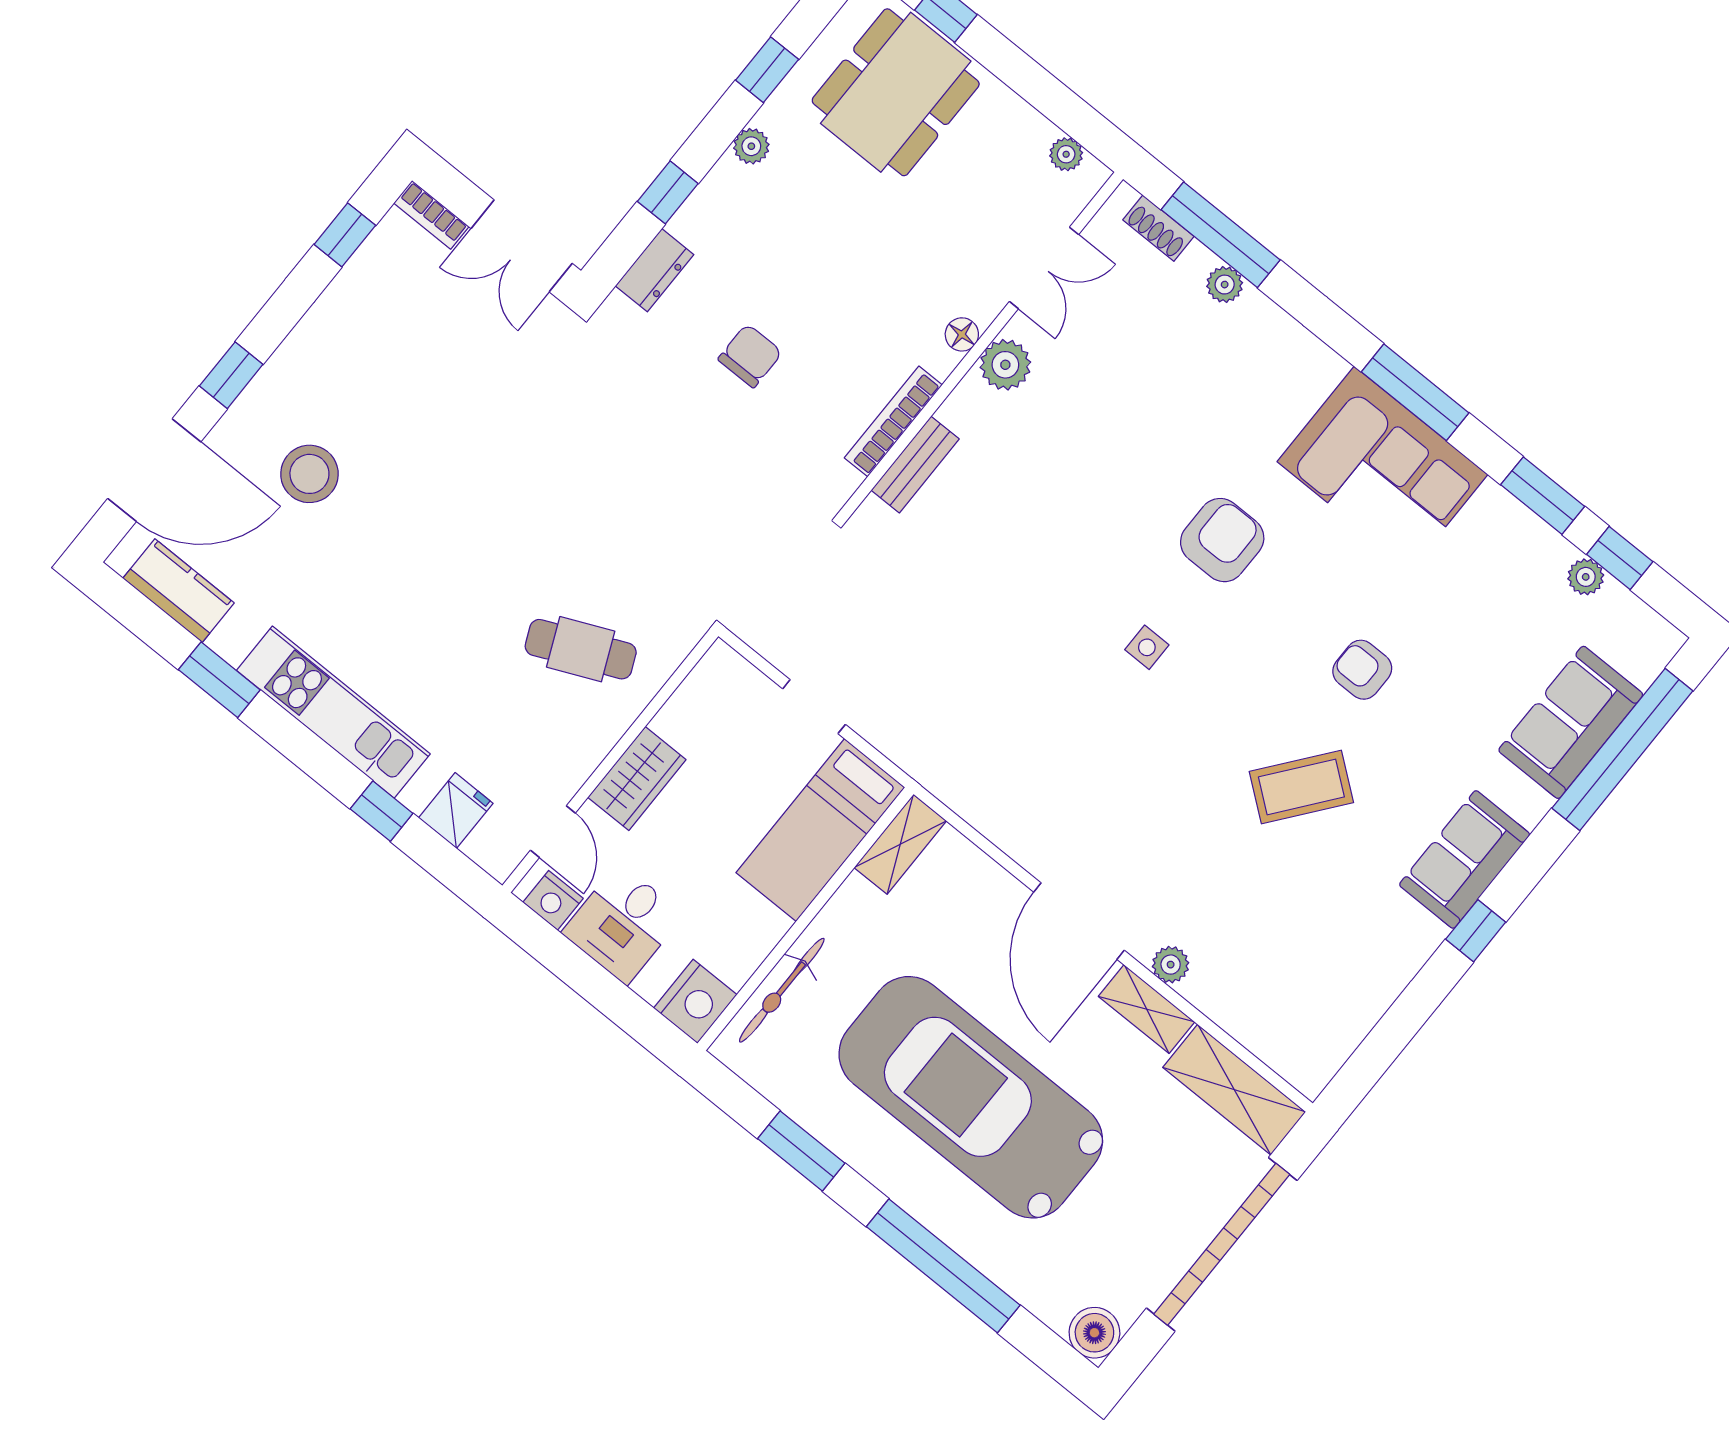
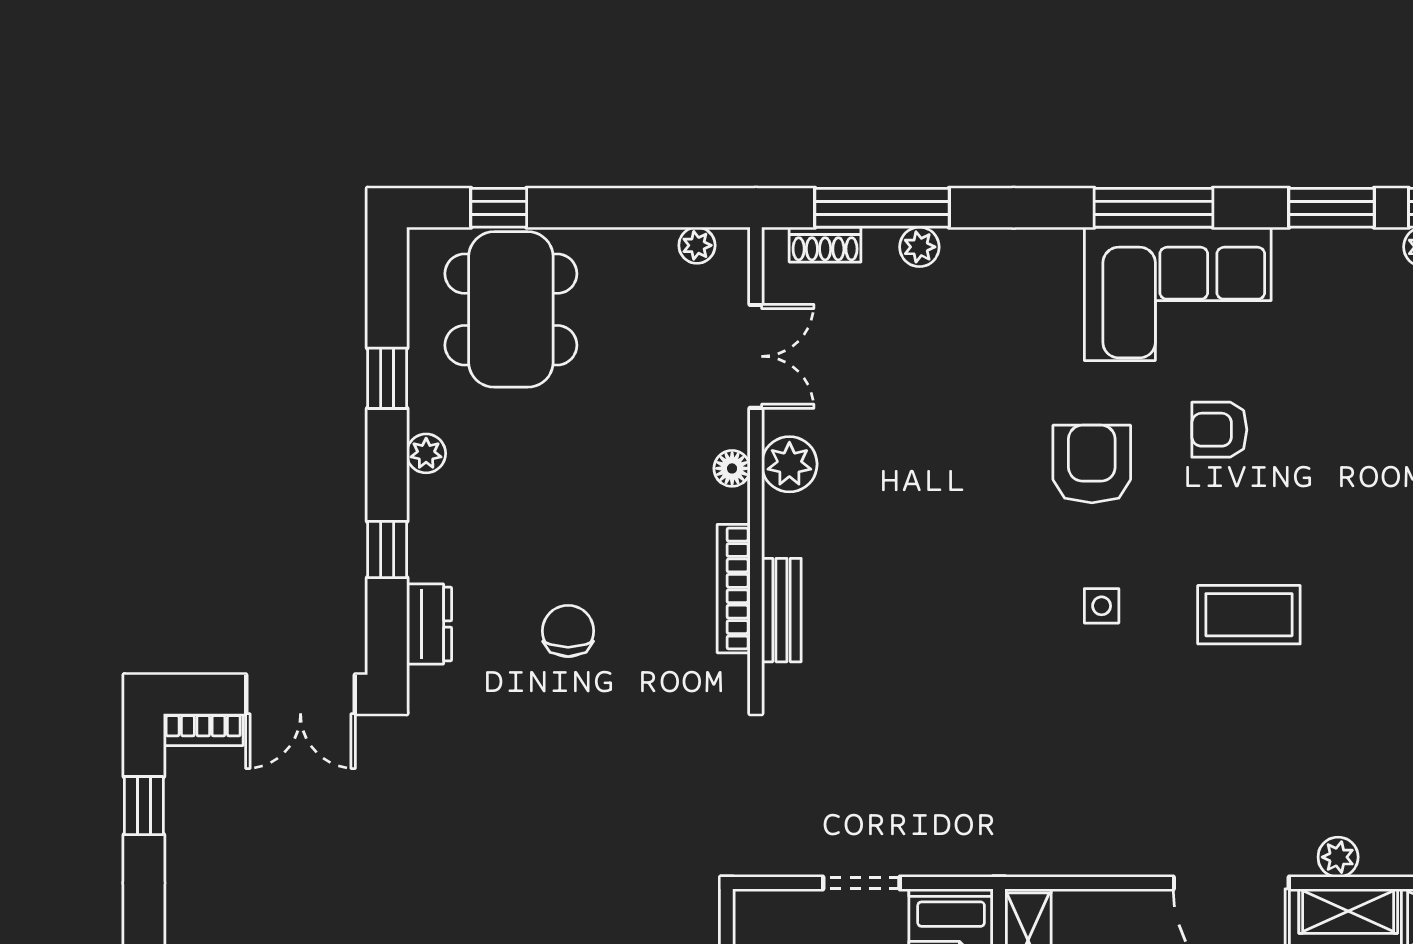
armchair: (1362, 670) -> (1219, 430), moved
coffee table: (1301, 787) -> (1249, 615), moved, turned 52

